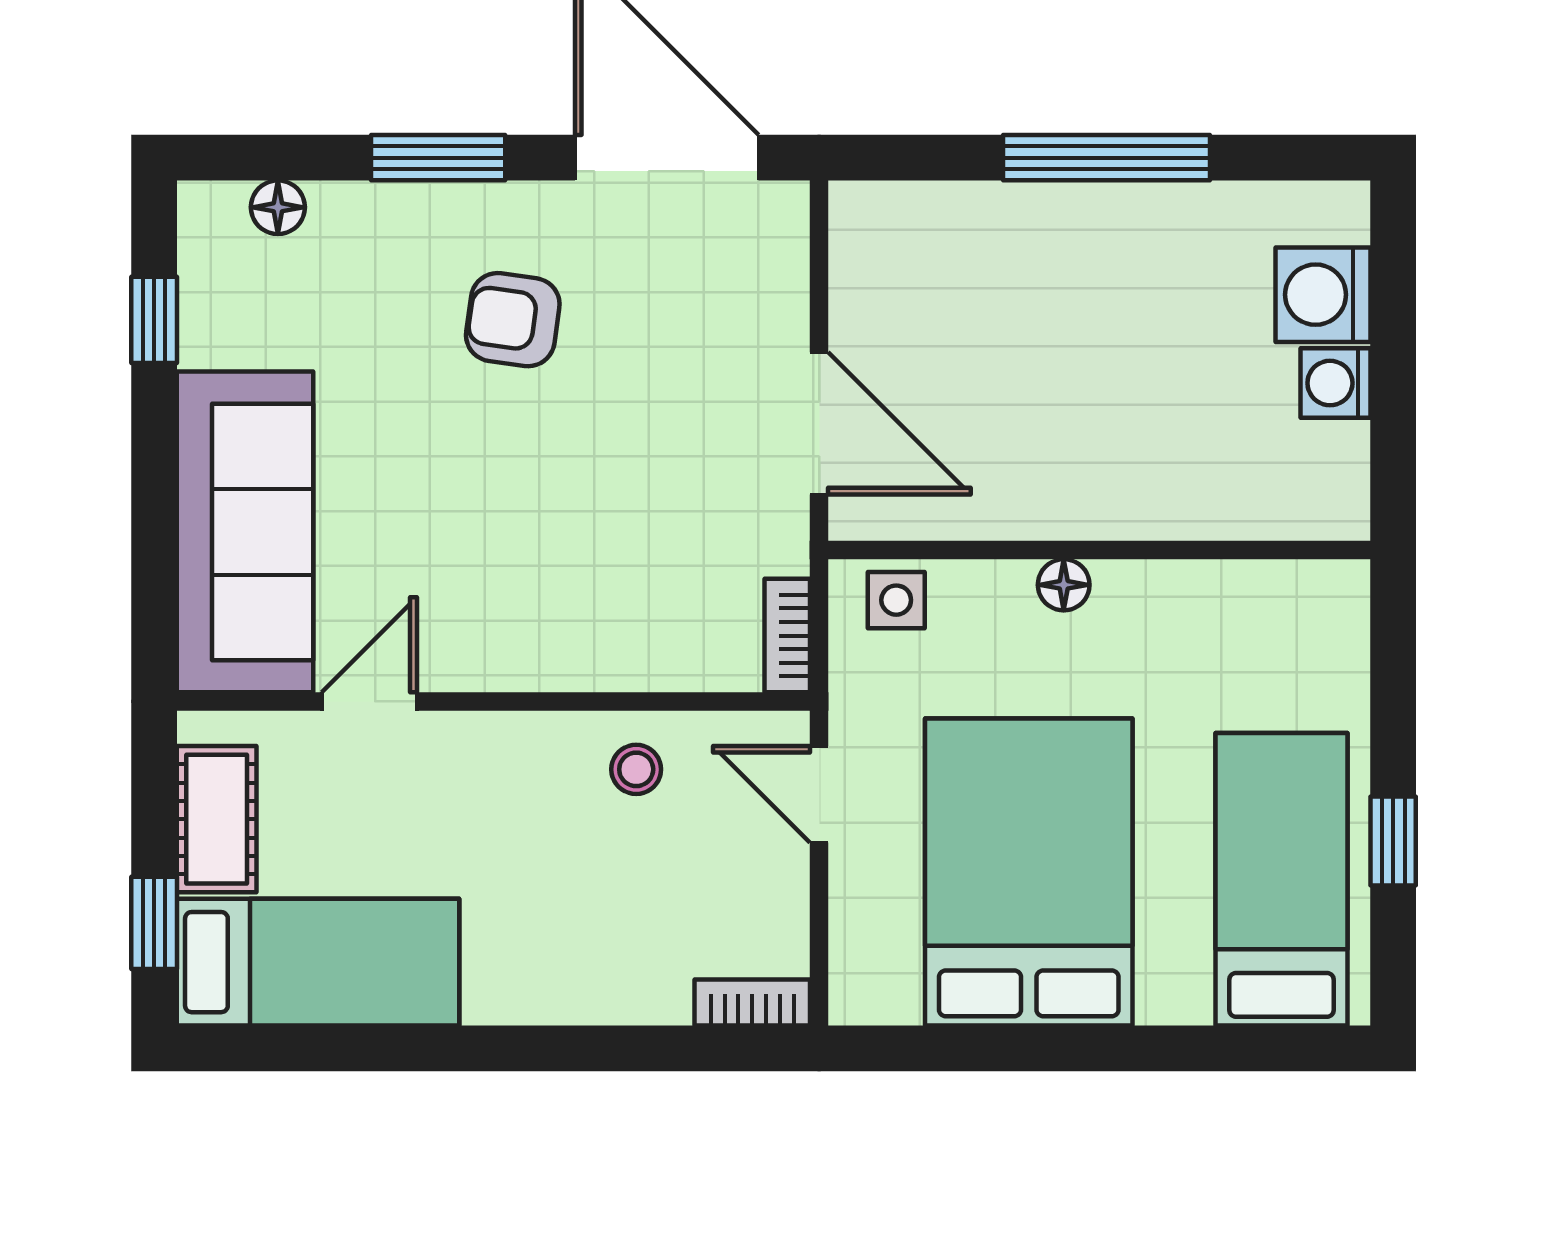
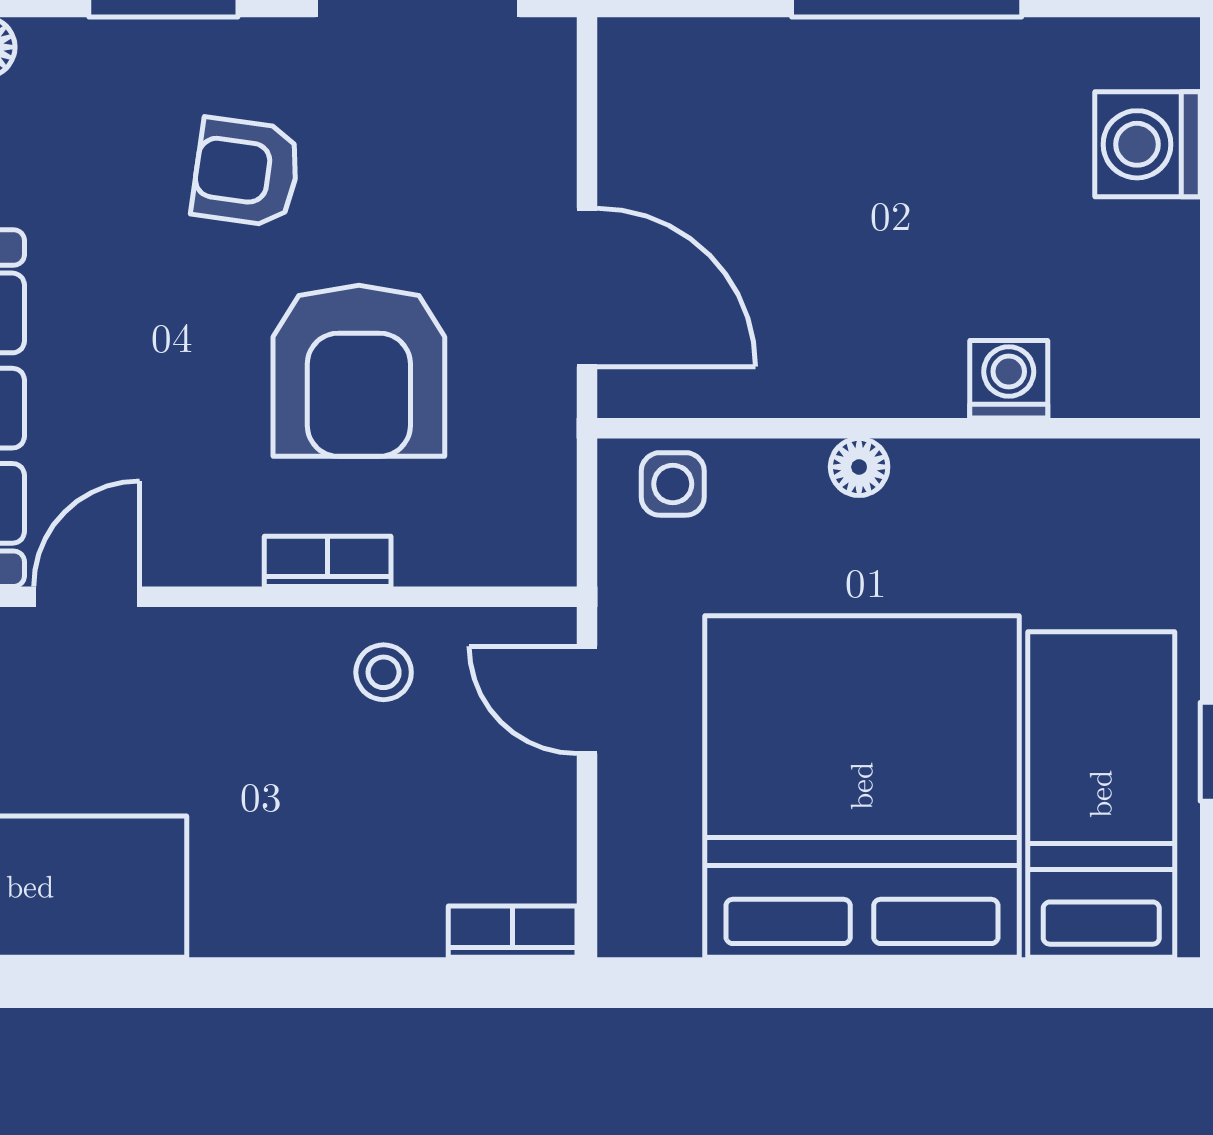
washing machine: (1336, 383) -> (1009, 379), moved, turned 90
armchair: (614, 498) -> (359, 371), added
bookcase: (787, 636) -> (328, 561), moved, turned 90
bed: (1029, 872) -> (862, 786), width x1.36

